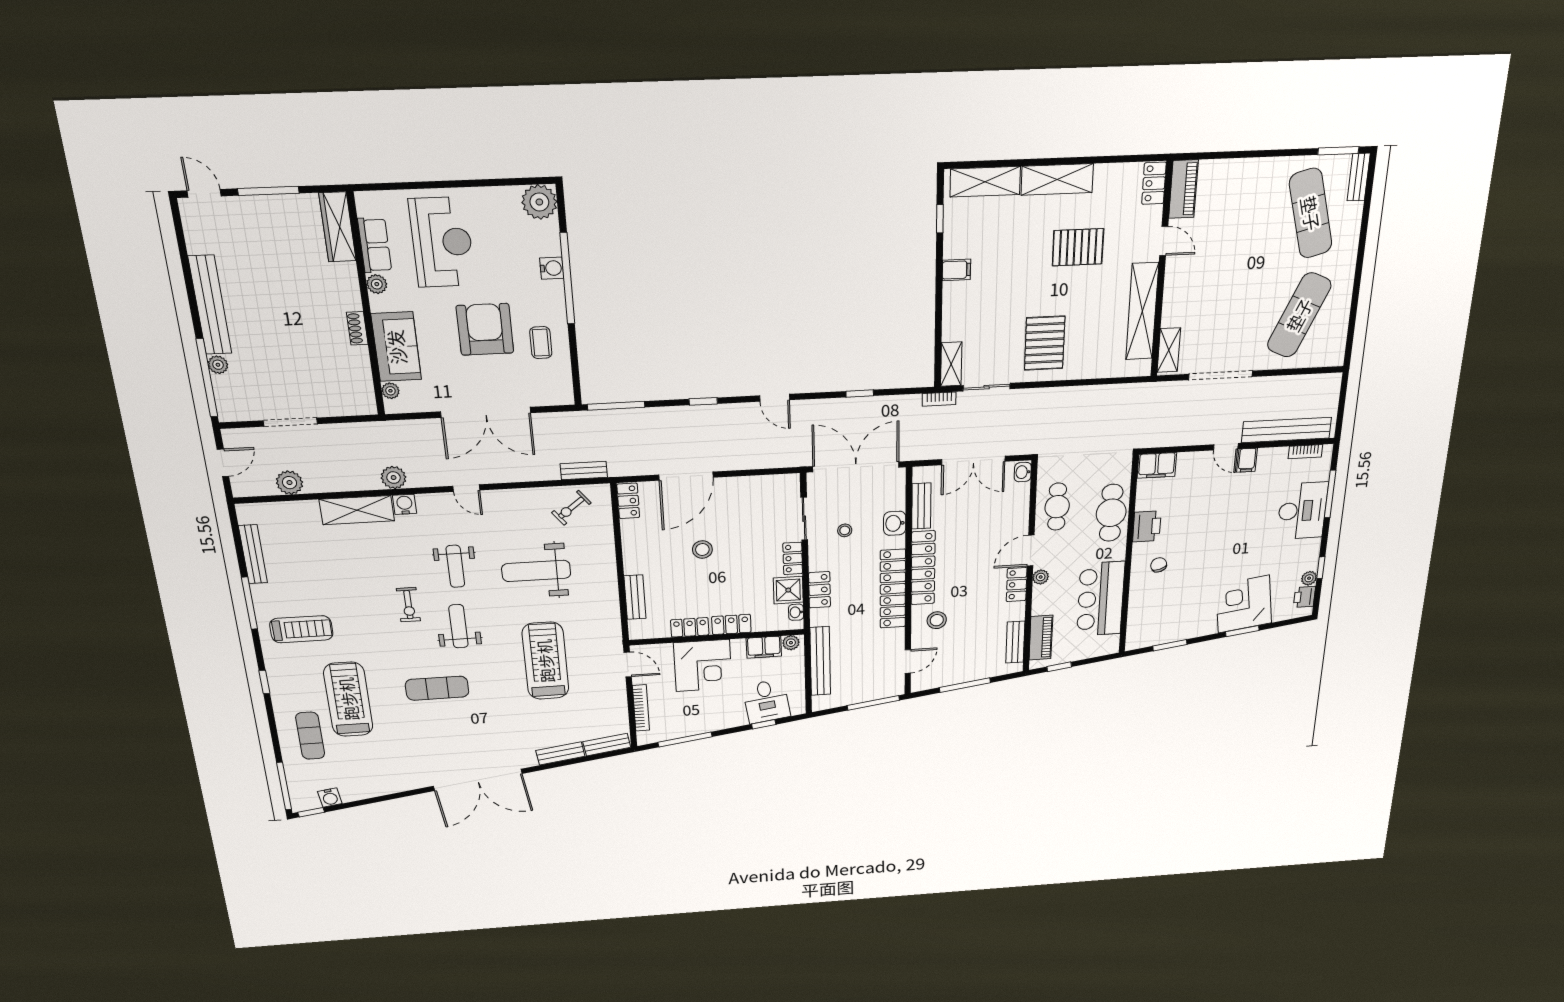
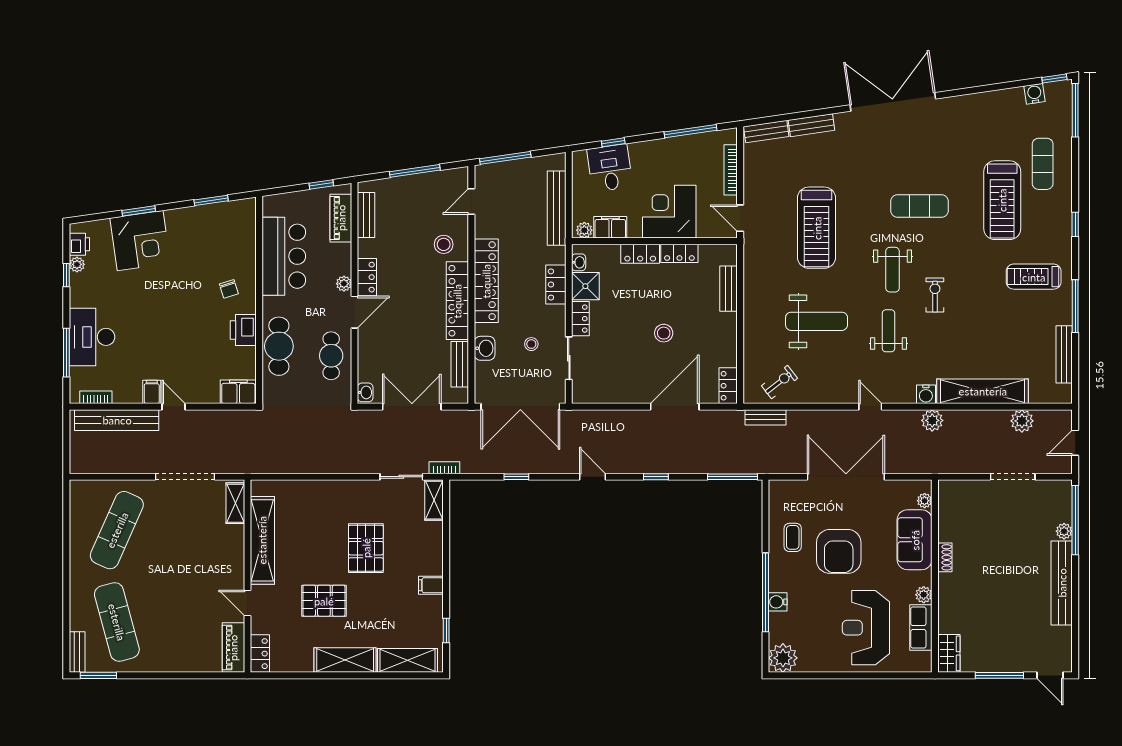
wardrobe: (337, 227) -> (949, 653), width x0.67
pallet: (1045, 343) -> (366, 548), moved
shelving: (357, 510) -> (983, 391), width x1.47

